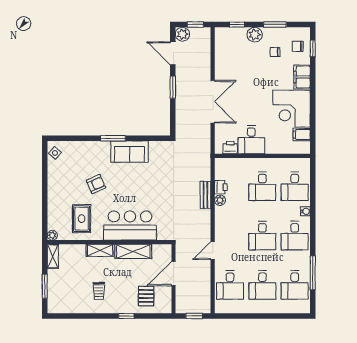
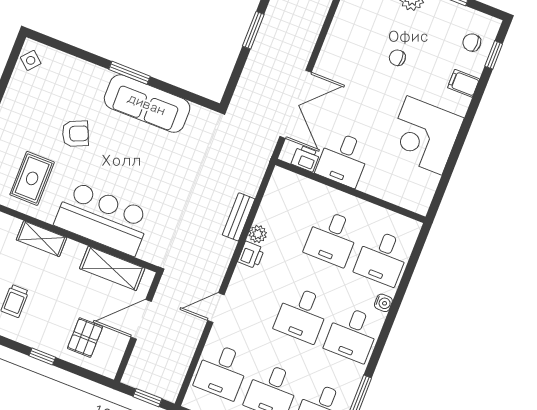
chair: (275, 52) -> (397, 58), moved
filing cabinet: (302, 77) -> (464, 83), width x0.50
double door: (213, 102) -> (296, 104), moved
filing cabinet: (302, 135) -> (424, 182), removed
sofa: (130, 152) -> (147, 104), width x1.36
printer: (221, 187) -> (251, 255), moved
shelving: (133, 251) -> (112, 268), moved

